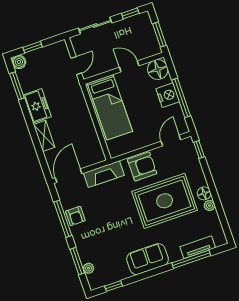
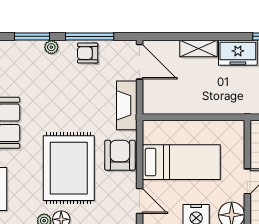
bed: (110, 107) -> (181, 162), moved, turned 180
armchair: (142, 166) -> (120, 155), turned 180
plant: (89, 268) -> (51, 47), moved

